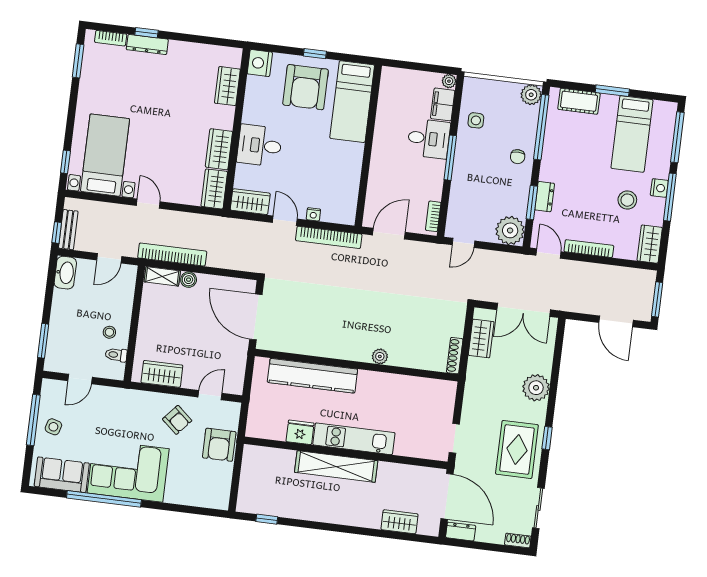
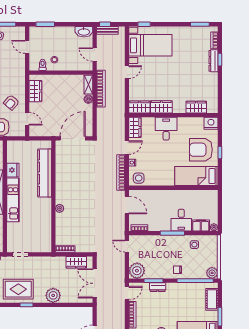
side table: (343, 206) -> (139, 178), added

